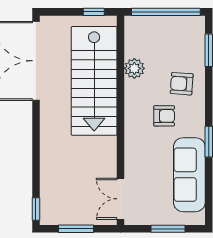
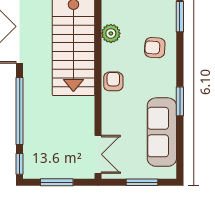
armchair: (164, 116) -> (113, 81), moved, turned -90
window: (36, 152) -> (20, 111), added
double door: (121, 199) -> (98, 154), swing flipped

